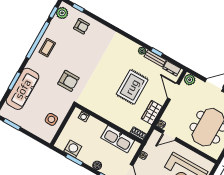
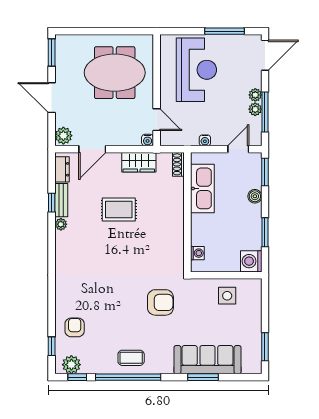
armchair: (68, 81) -> (160, 302), turned 90
rug: (132, 87) -> (119, 209), width x0.73, depth x0.70
washing machine: (73, 149) -> (251, 261), moved

